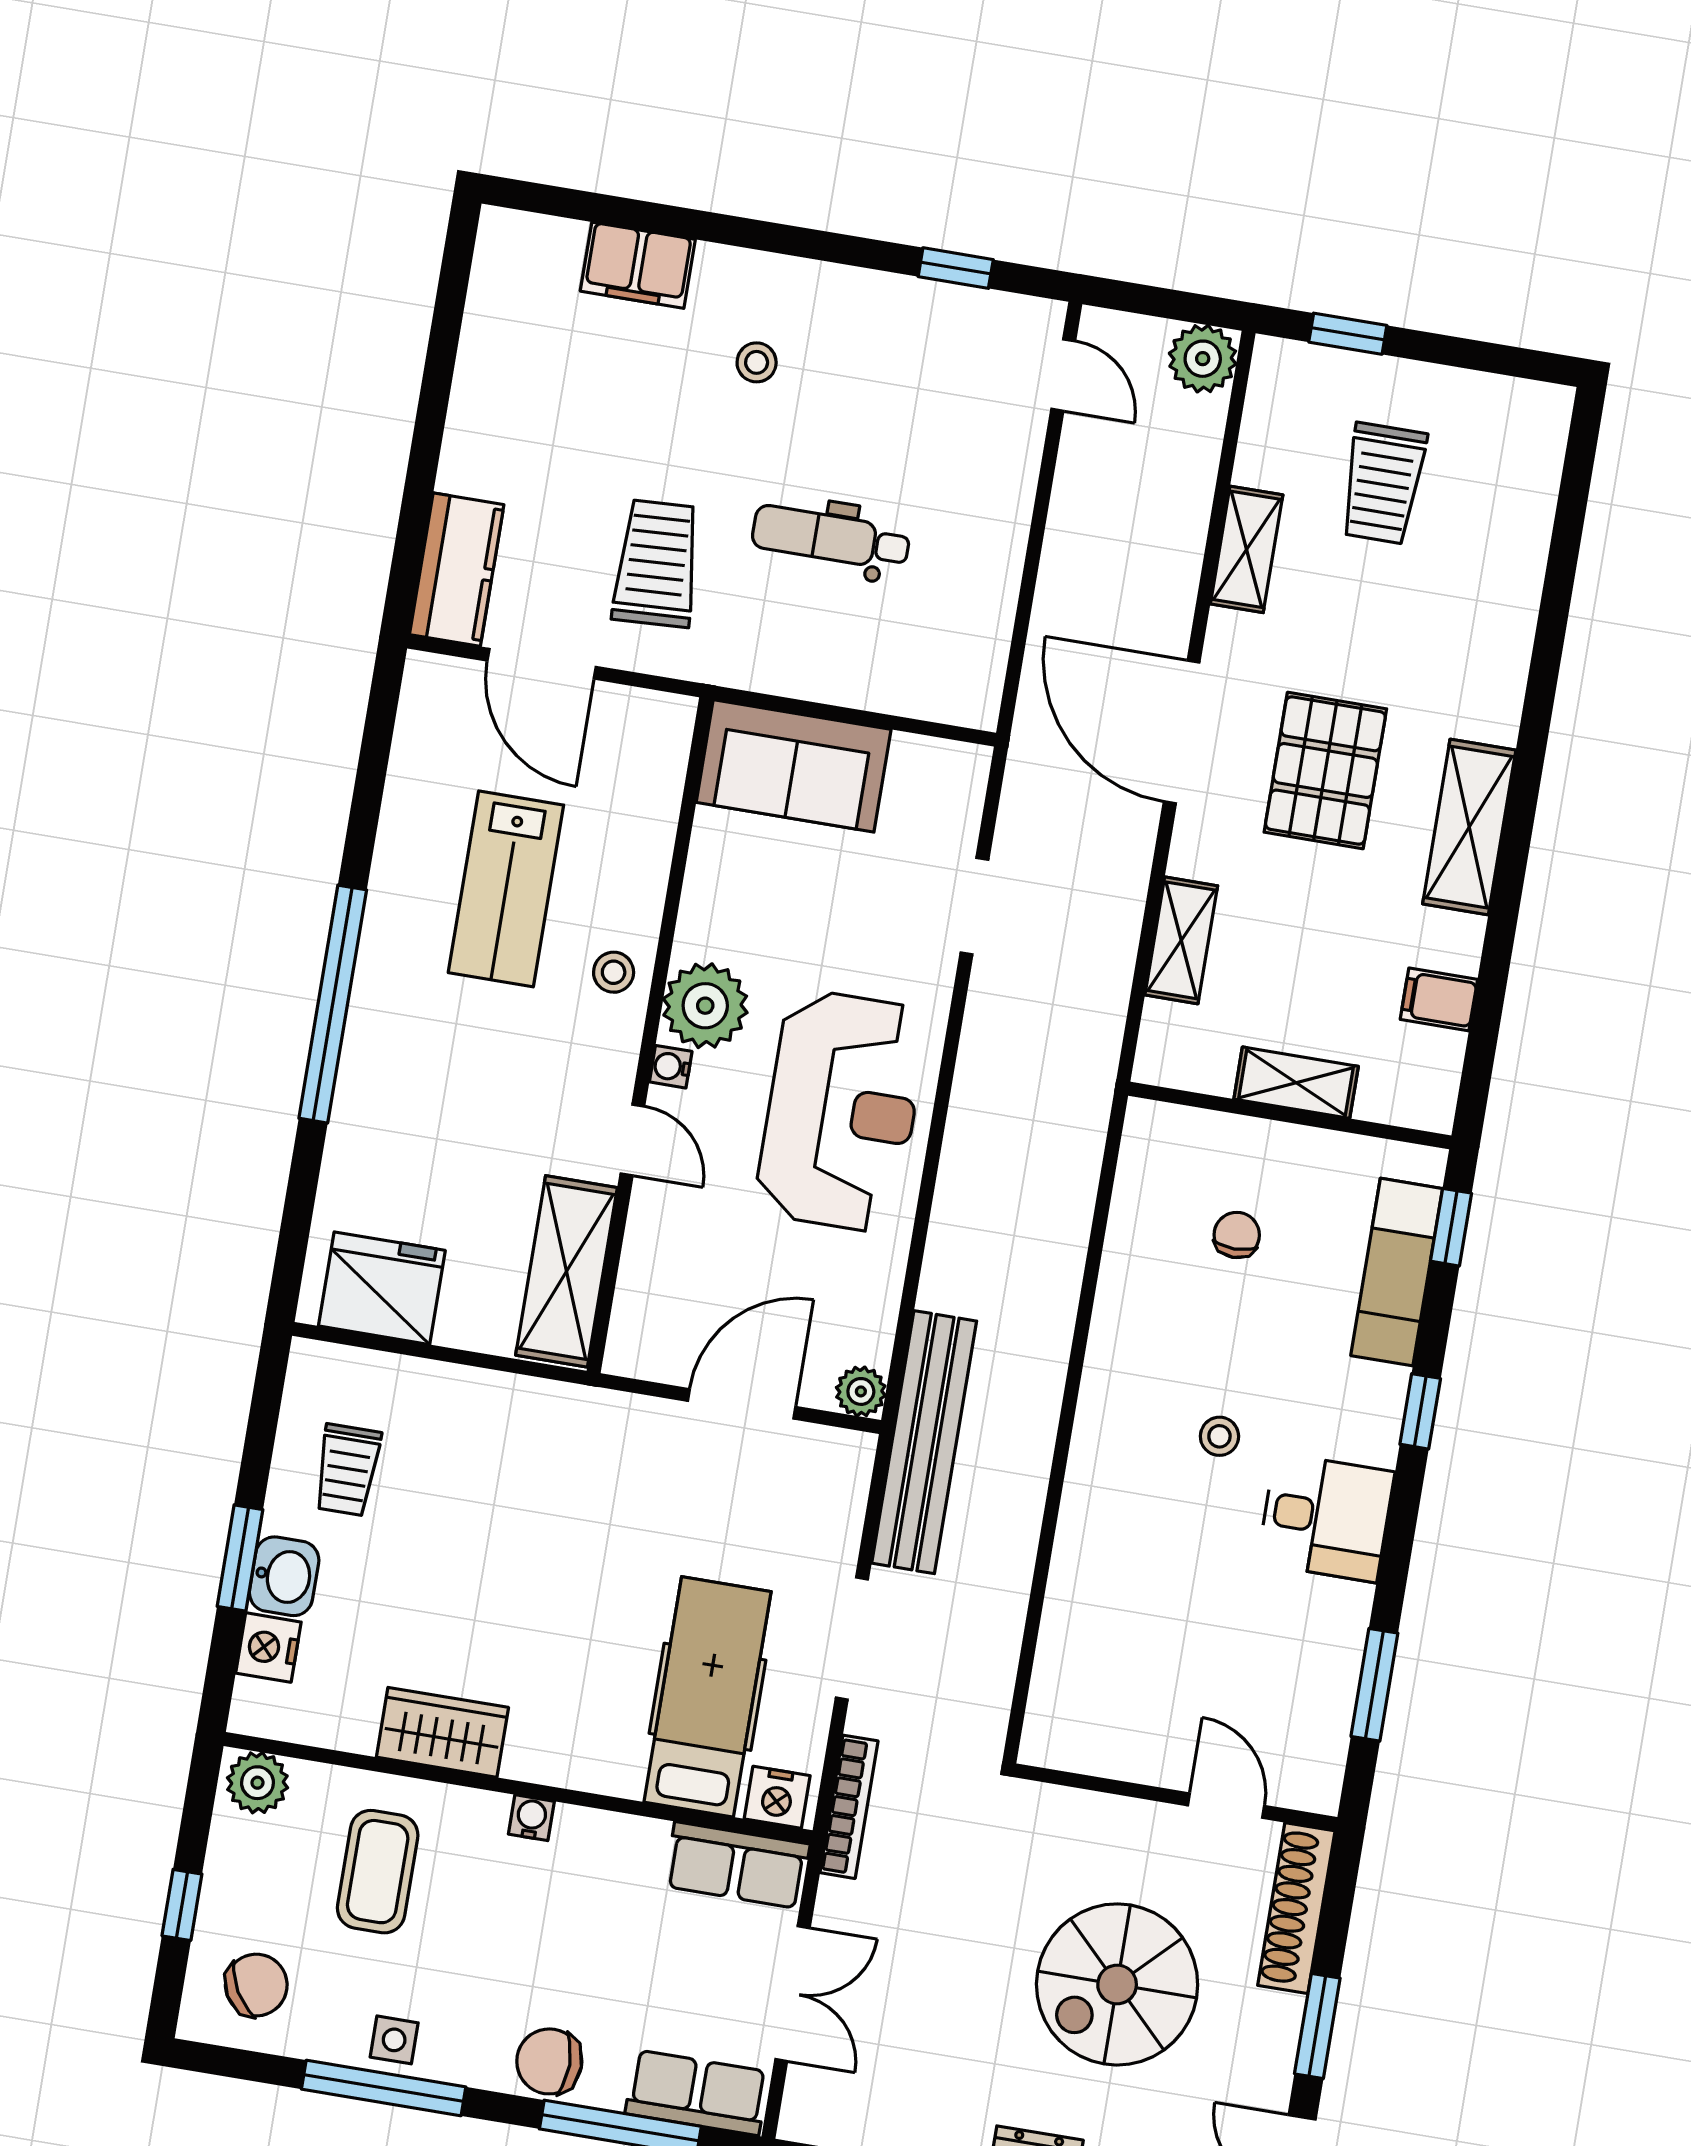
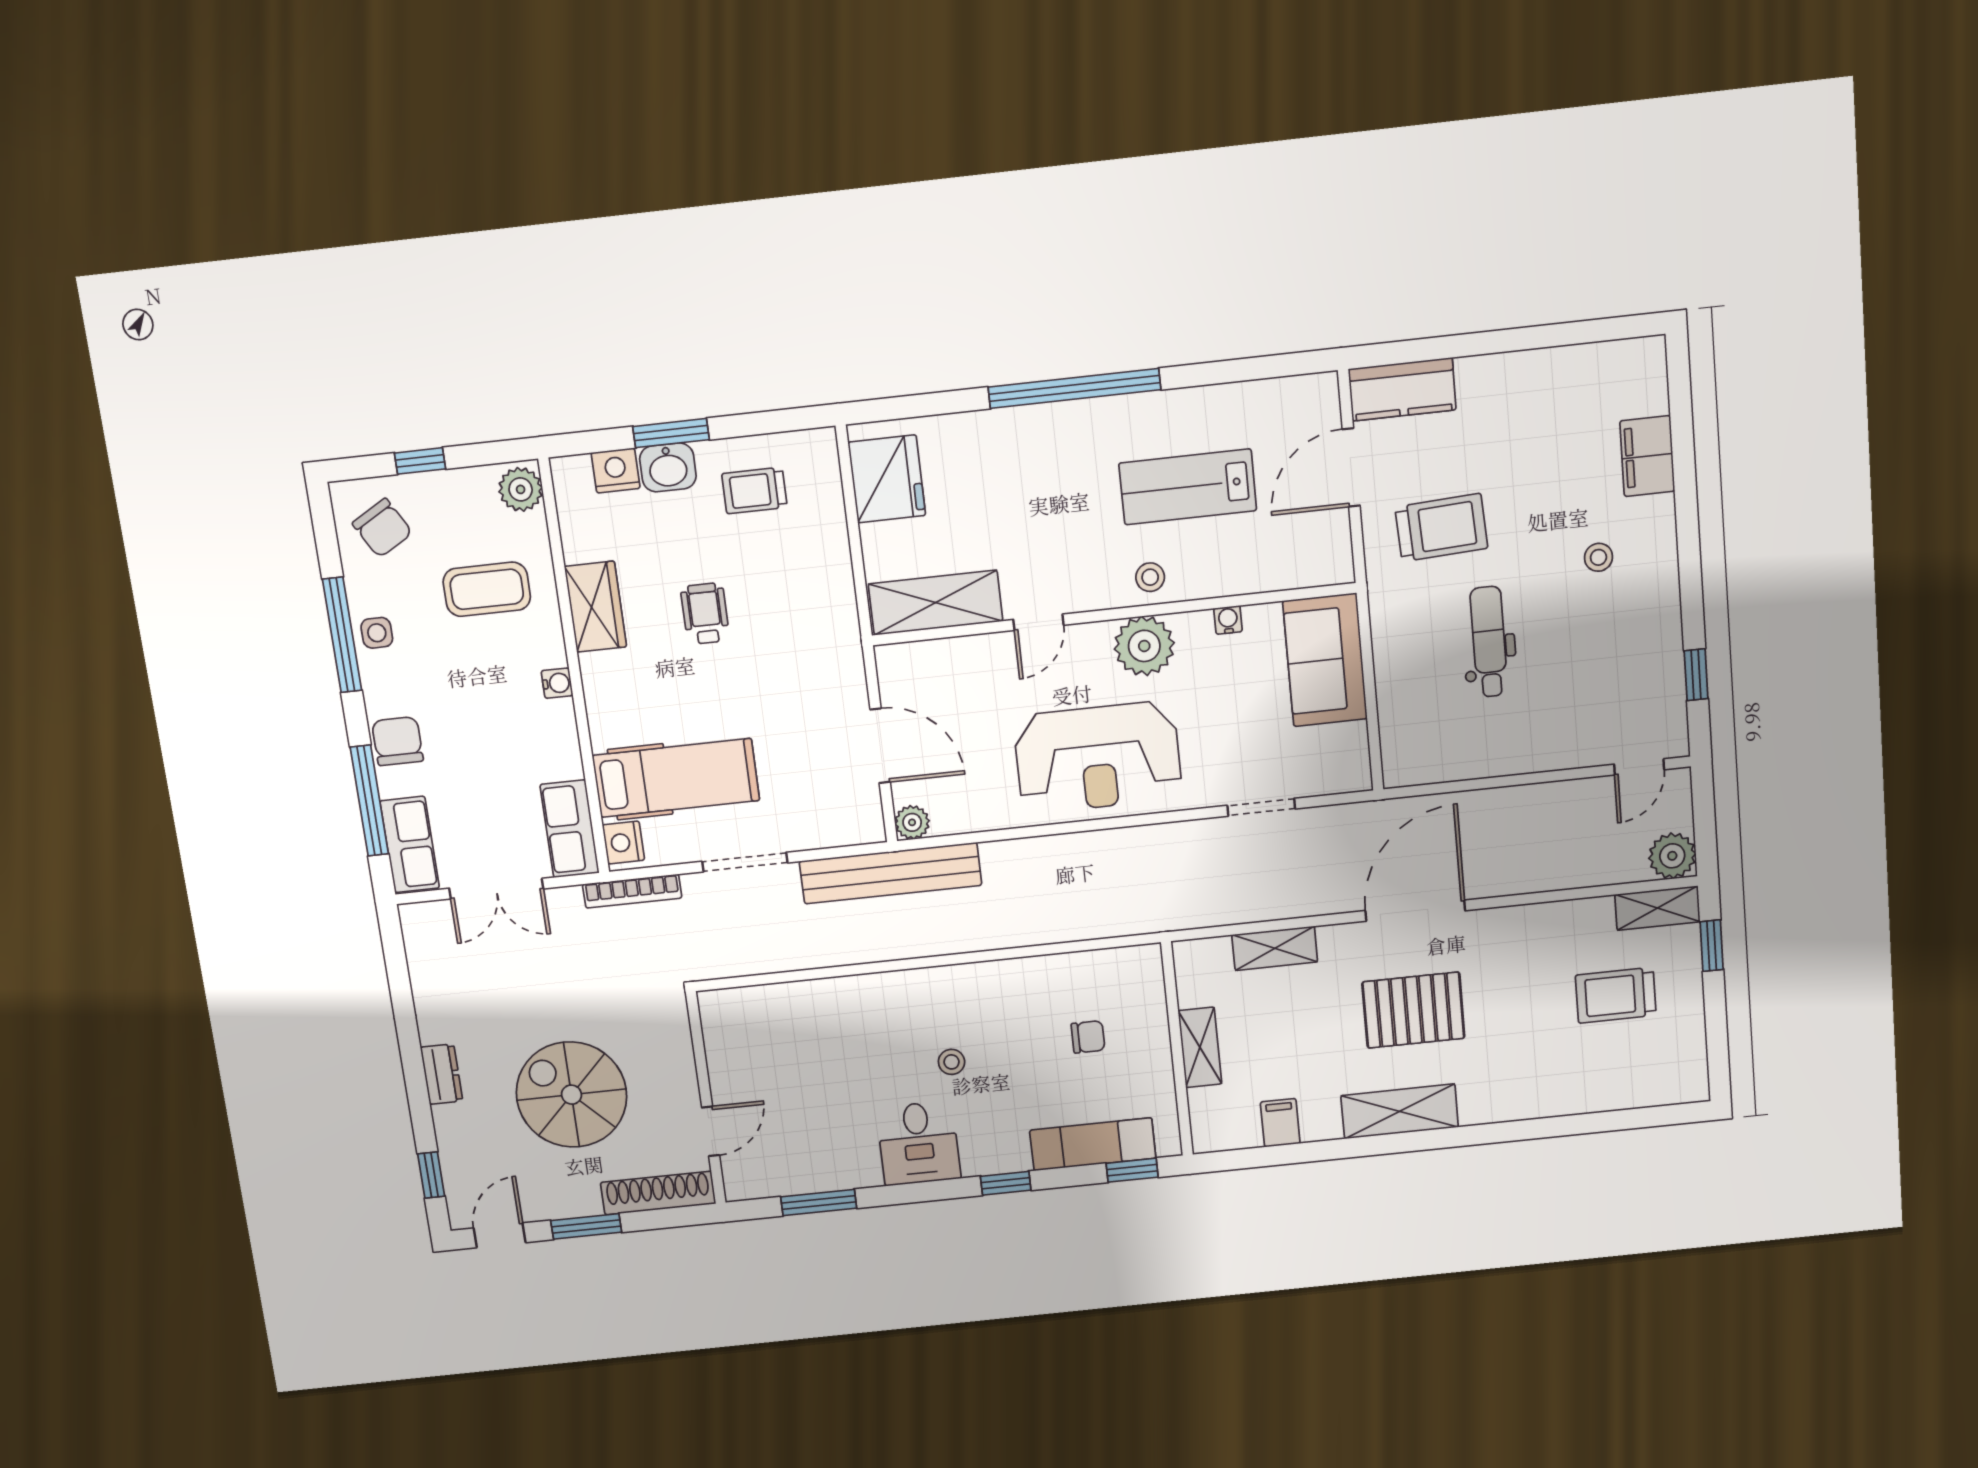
shelving: (1247, 549) -> (1657, 908), moved
water cooler: (671, 1067) -> (1228, 620), moved
wheelchair: (493, 1587) -> (705, 614), added

